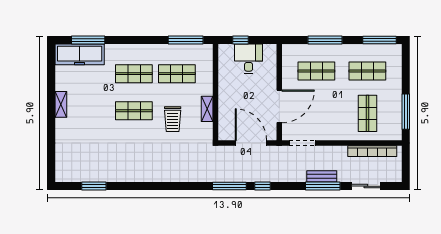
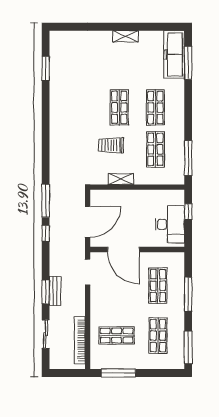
desk: (249, 59) -> (170, 224), width x1.37
window: (323, 186) -> (46, 292), width x0.69

